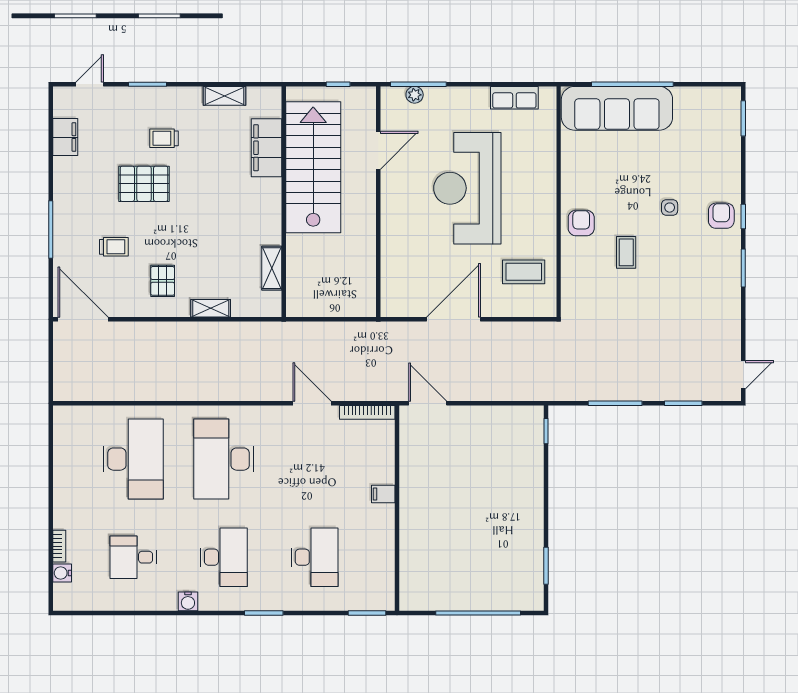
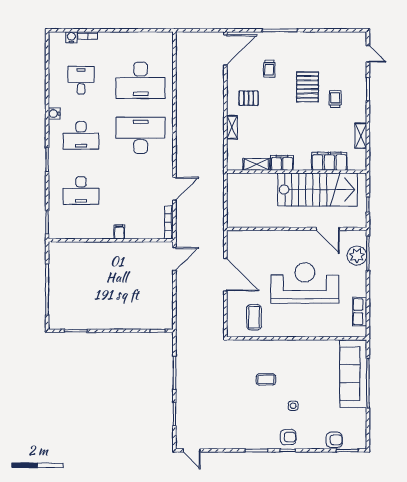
plant: (415, 95) -> (357, 256), width x1.88, depth x1.88
filing cabinet: (65, 137) -> (282, 163), moved, turned 180
armchair: (581, 223) -> (334, 440), moved

